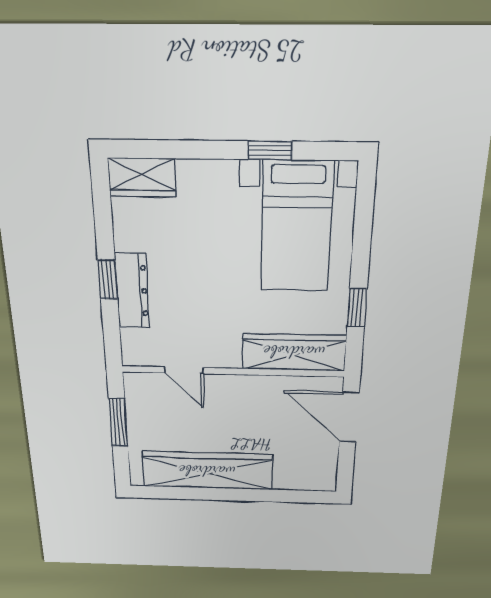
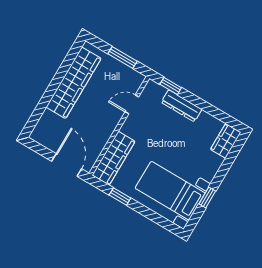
window: (108, 279) -> (171, 86), moved
door: (349, 417) -> (67, 165), hinge flipped

